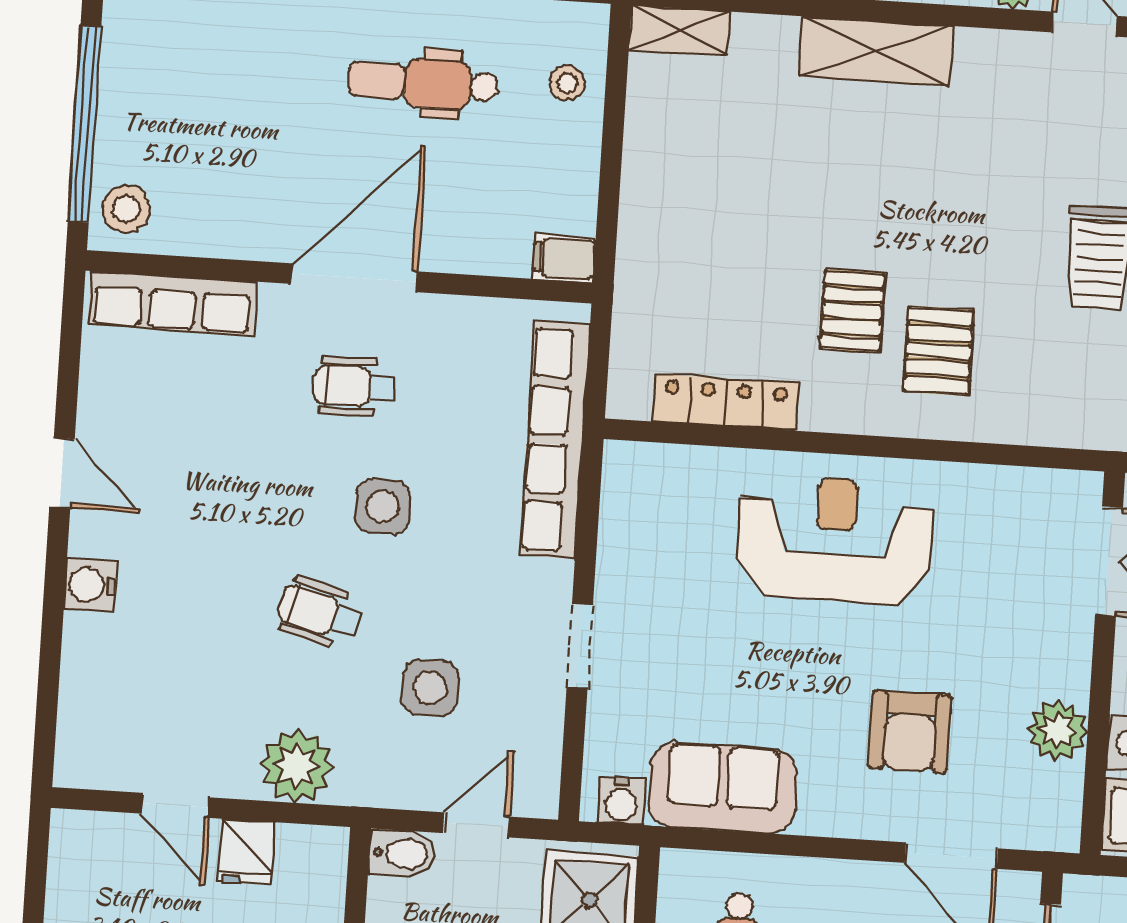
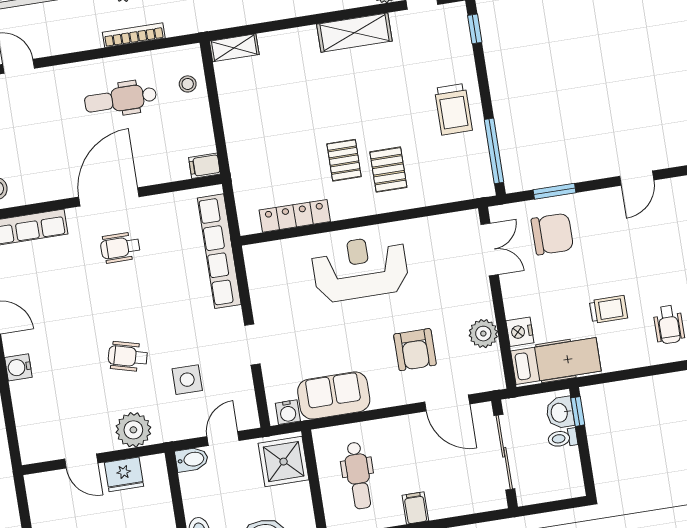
shelving: (876, 51) -> (354, 33), moved
side table: (383, 506) -> (146, 300), removed
fridge: (247, 852) -> (124, 474), width x1.38

